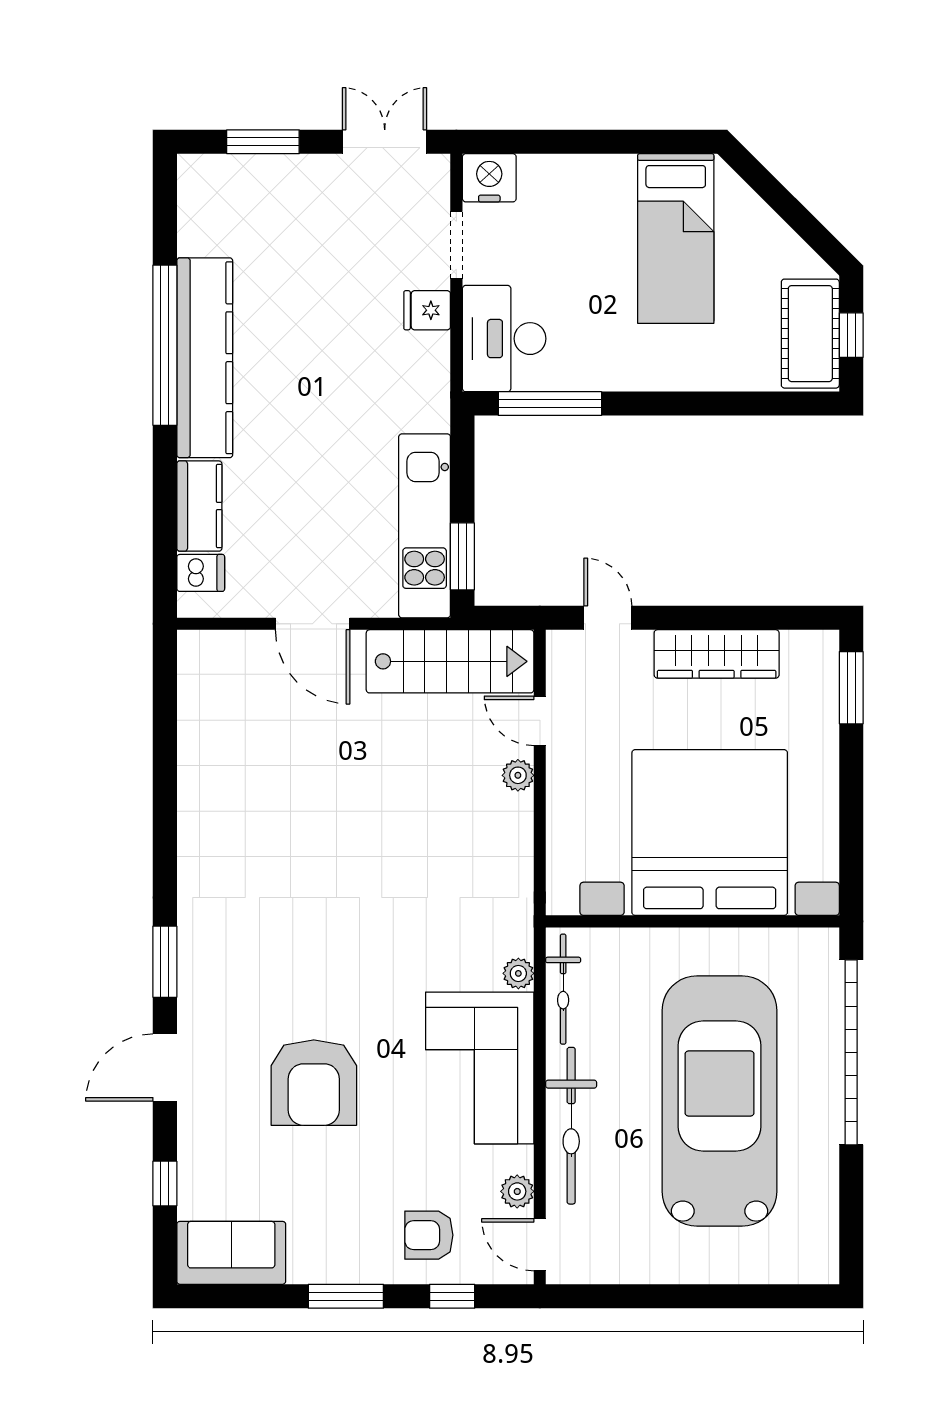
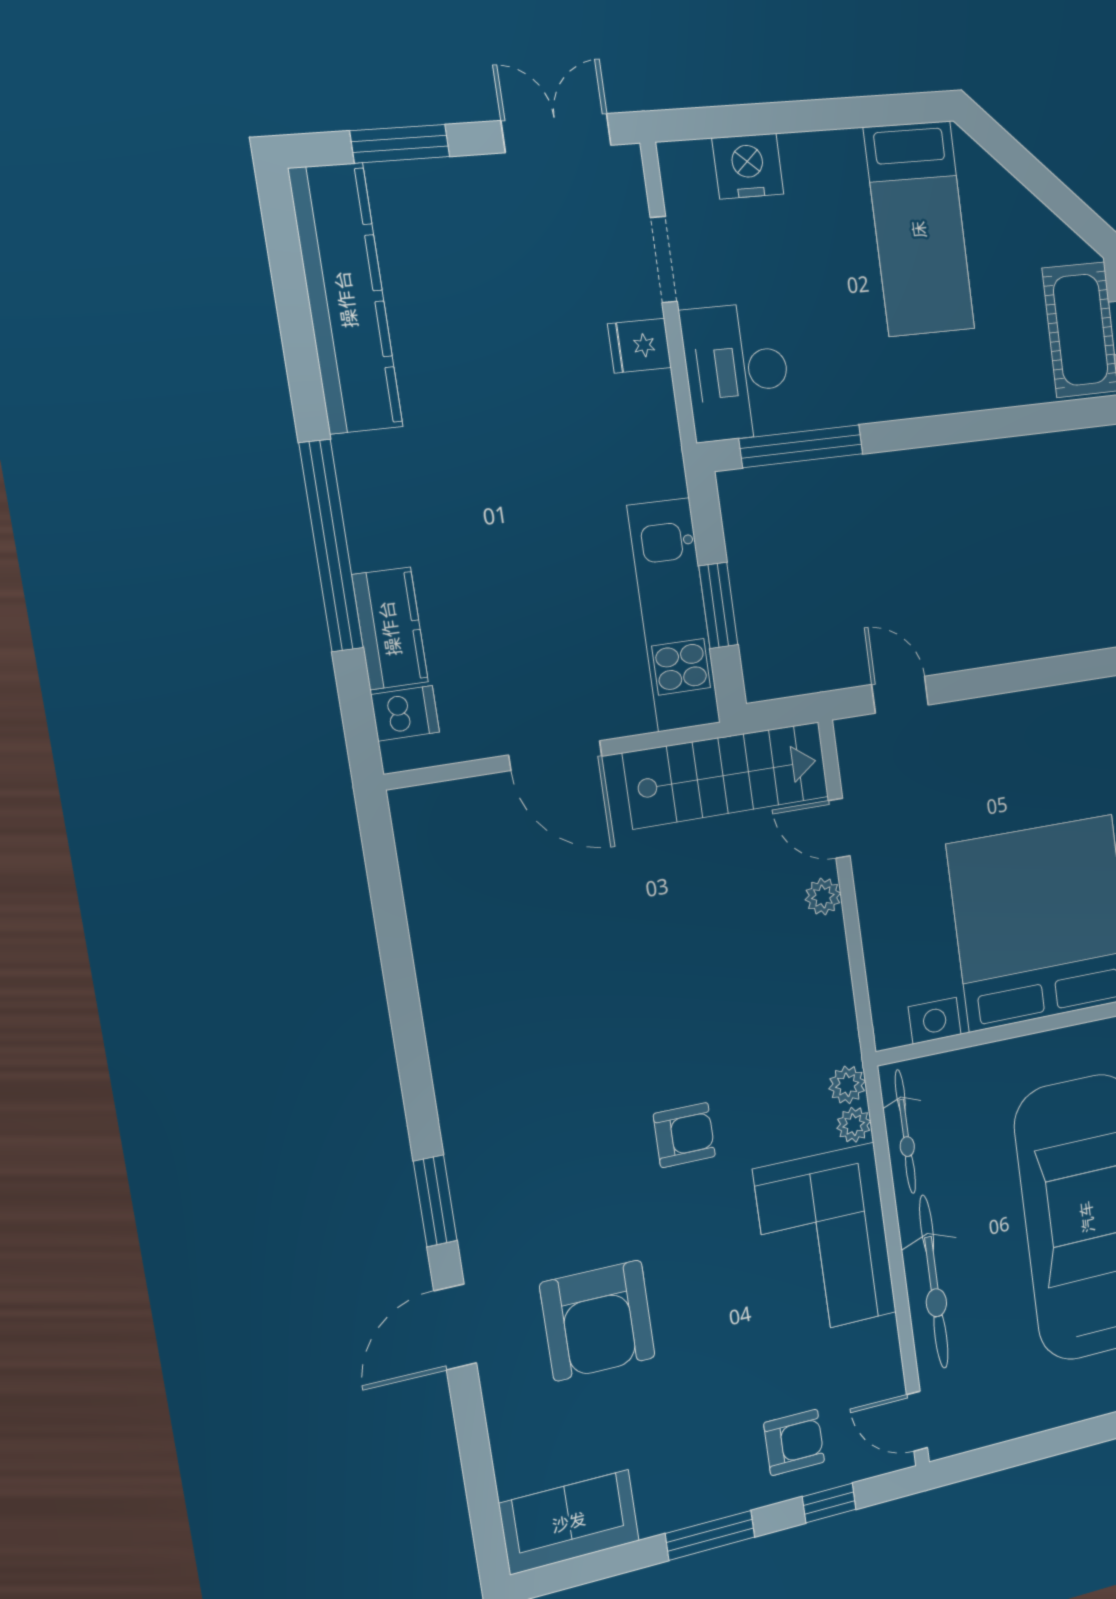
nightstand: (489, 178) -> (748, 166), moved
window: (165, 345) -> (331, 546), moved
kitchen counter: (205, 358) -> (346, 299), moved
window: (462, 556) -> (718, 605), moved
wardrobe: (717, 654) -> (1024, 718), removed
armchair: (373, 951) -> (684, 1135), added
armchair: (314, 1083) -> (598, 1320), moved
window: (165, 1184) -> (477, 1463), removed
plant: (517, 1191) -> (847, 1085), moved
armchair: (429, 1235) -> (794, 1442), turned 180

